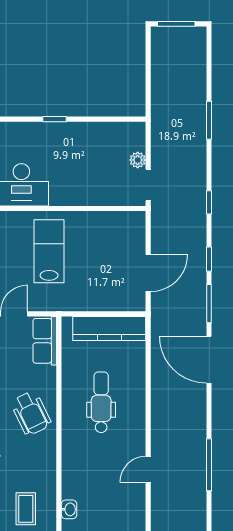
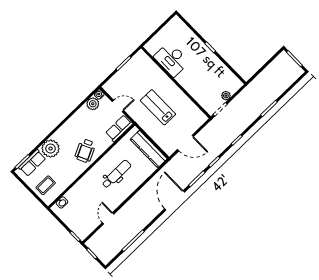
lab bench: (49, 251) -> (158, 107), moved, turned -90
door: (148, 469) -> (108, 218), hinge flipped

